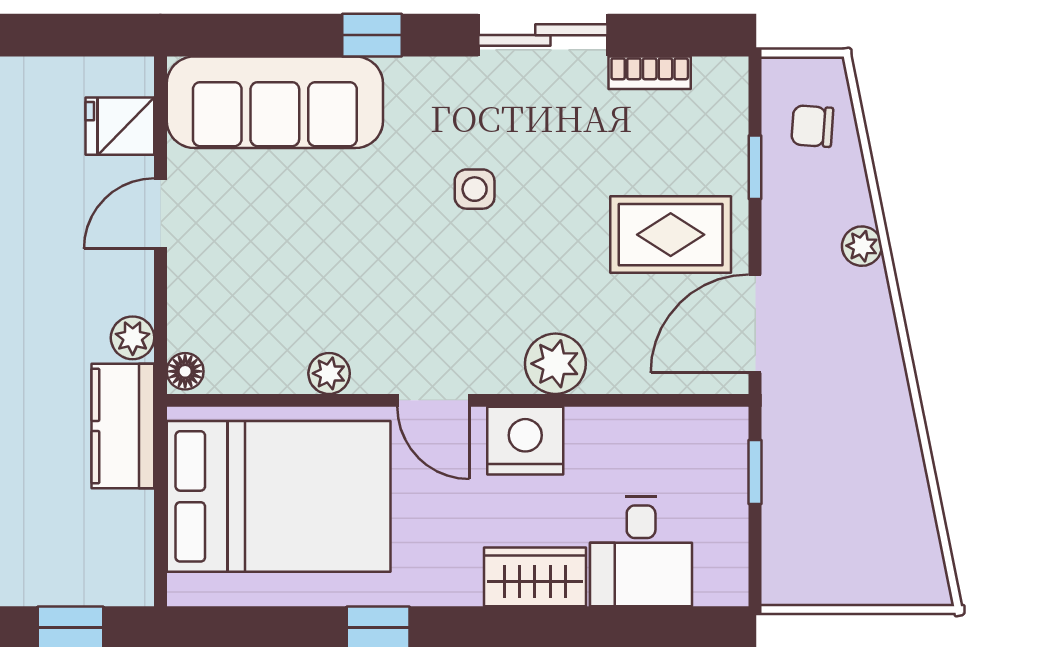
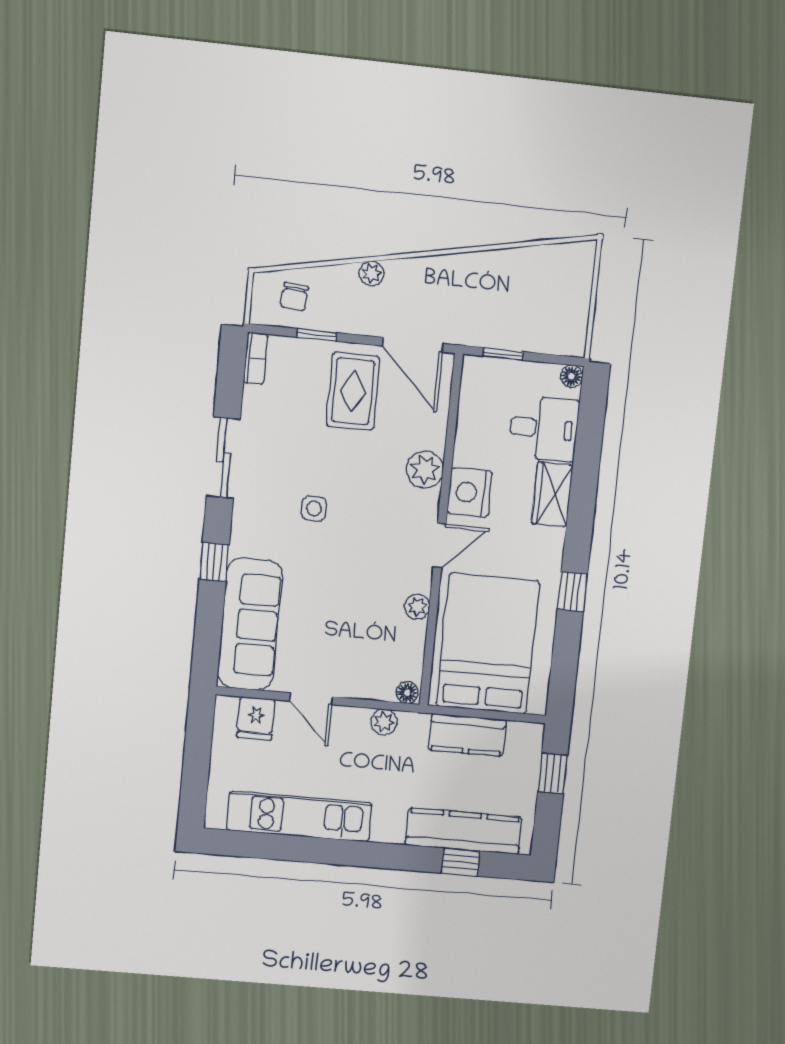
bookcase: (650, 73) -> (256, 358), moved
kitchen counter: (123, 426) -> (467, 735), moved
floor lamp: (730, 588) -> (572, 376), added

